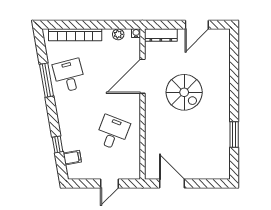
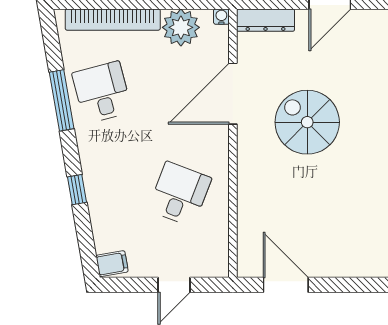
plant: (118, 34) -> (181, 27), width x1.88, depth x1.88
spiral stairs: (184, 92) -> (307, 122), turned 180
window: (58, 144) -> (77, 190), moved
filing cabinet: (72, 158) -> (112, 264), moved

